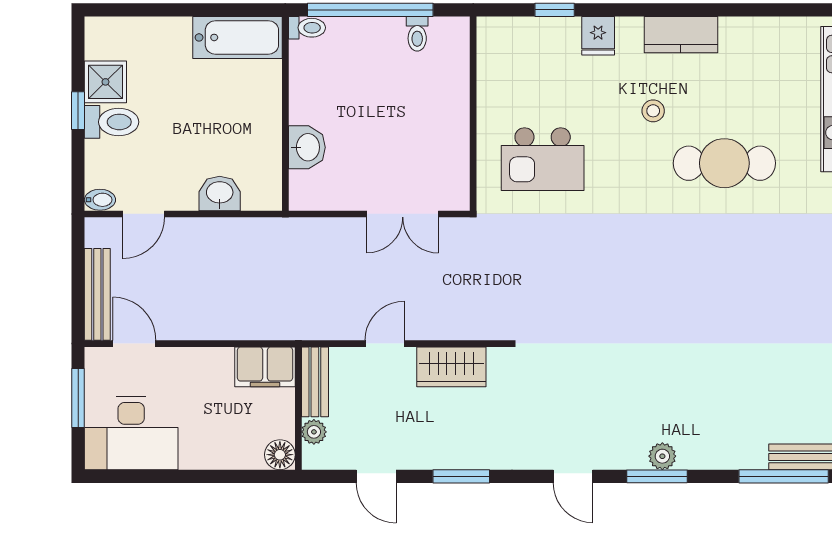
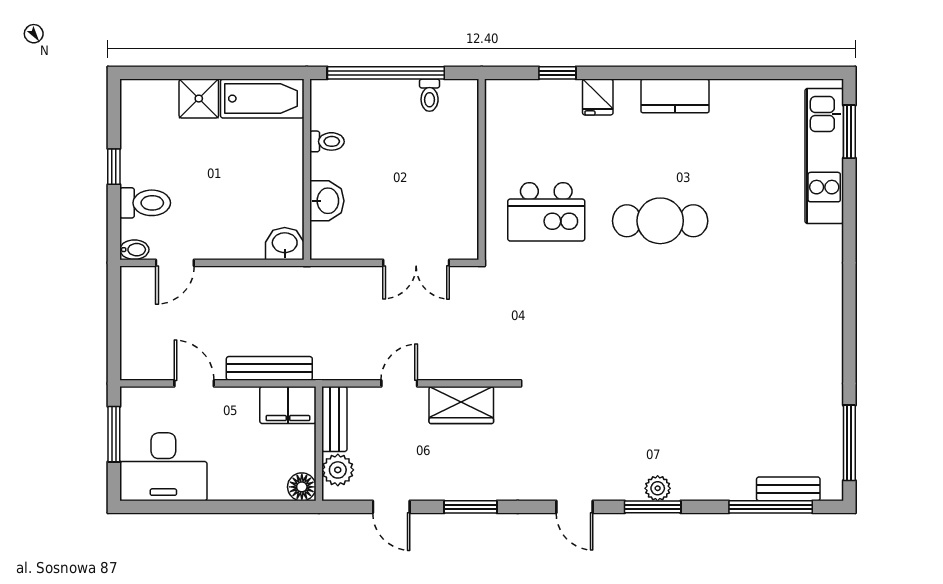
toilet: (307, 28) -> (327, 141), moved
shower: (105, 82) -> (199, 99), moved
stool: (653, 111) -> (649, 167), removed
toilet: (112, 122) -> (145, 203), moved
cafe table: (724, 163) -> (660, 221), moved
washbasin: (220, 193) -> (285, 244), moved
bench: (97, 294) -> (269, 368), moved, turned 90
door: (134, 344) -> (194, 383), moved
plant: (314, 432) -> (338, 470), width x1.38, depth x1.38

